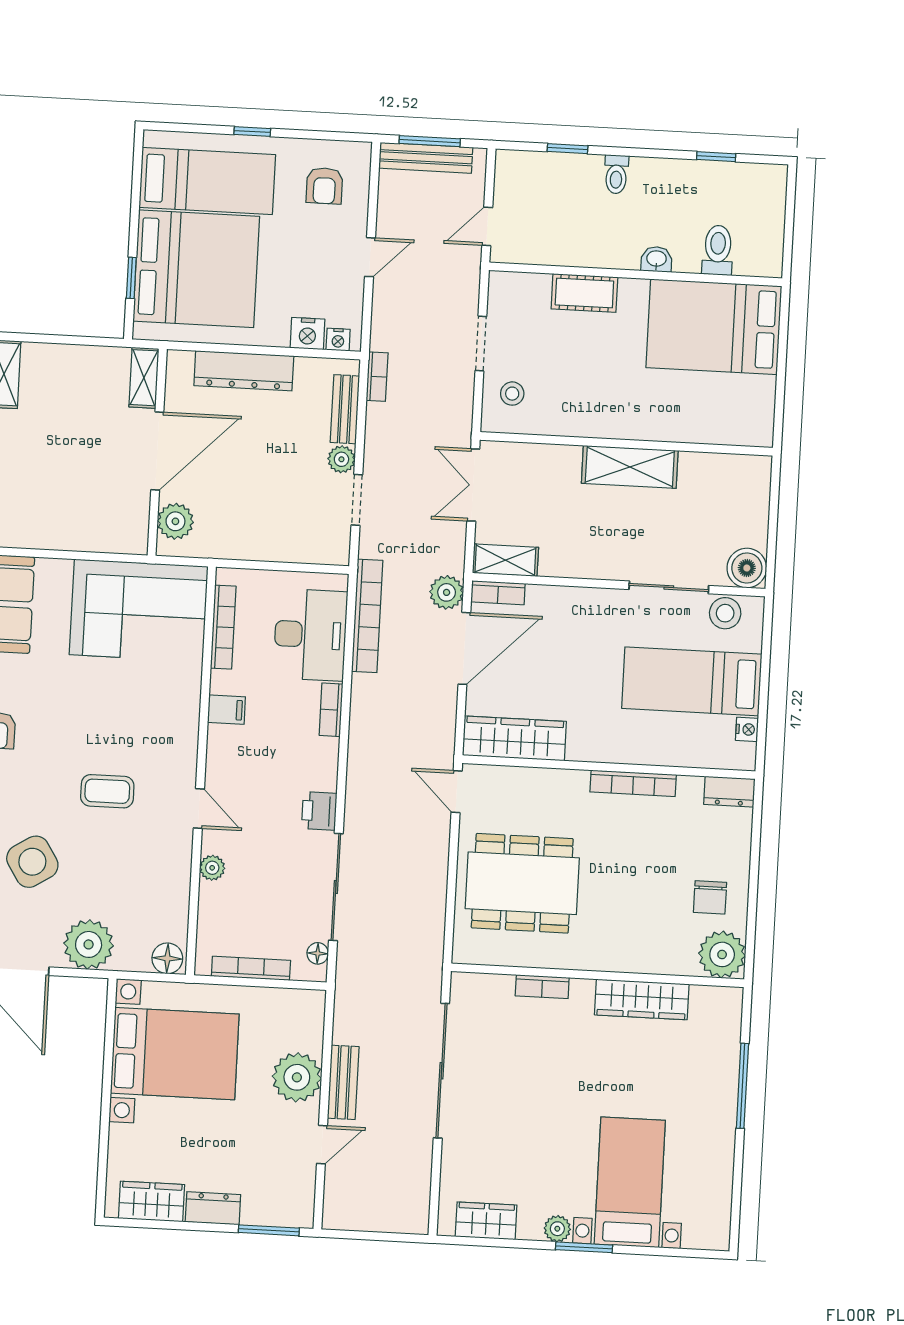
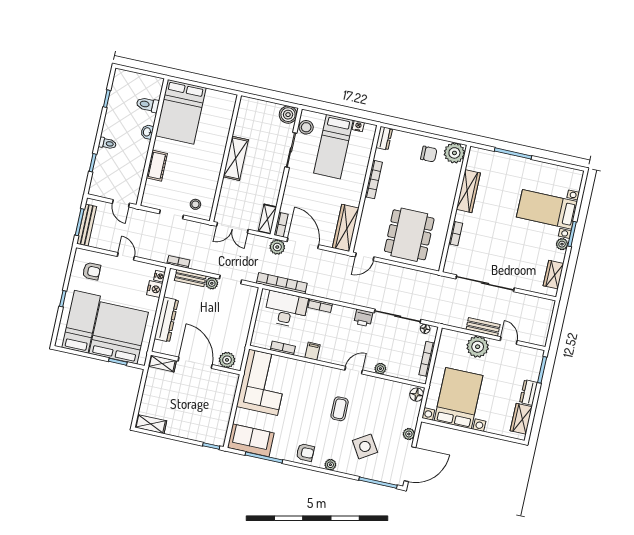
bookcase: (223, 627) -> (283, 348), width x0.64
plant: (89, 944) -> (409, 434), width x0.53, depth x0.53

